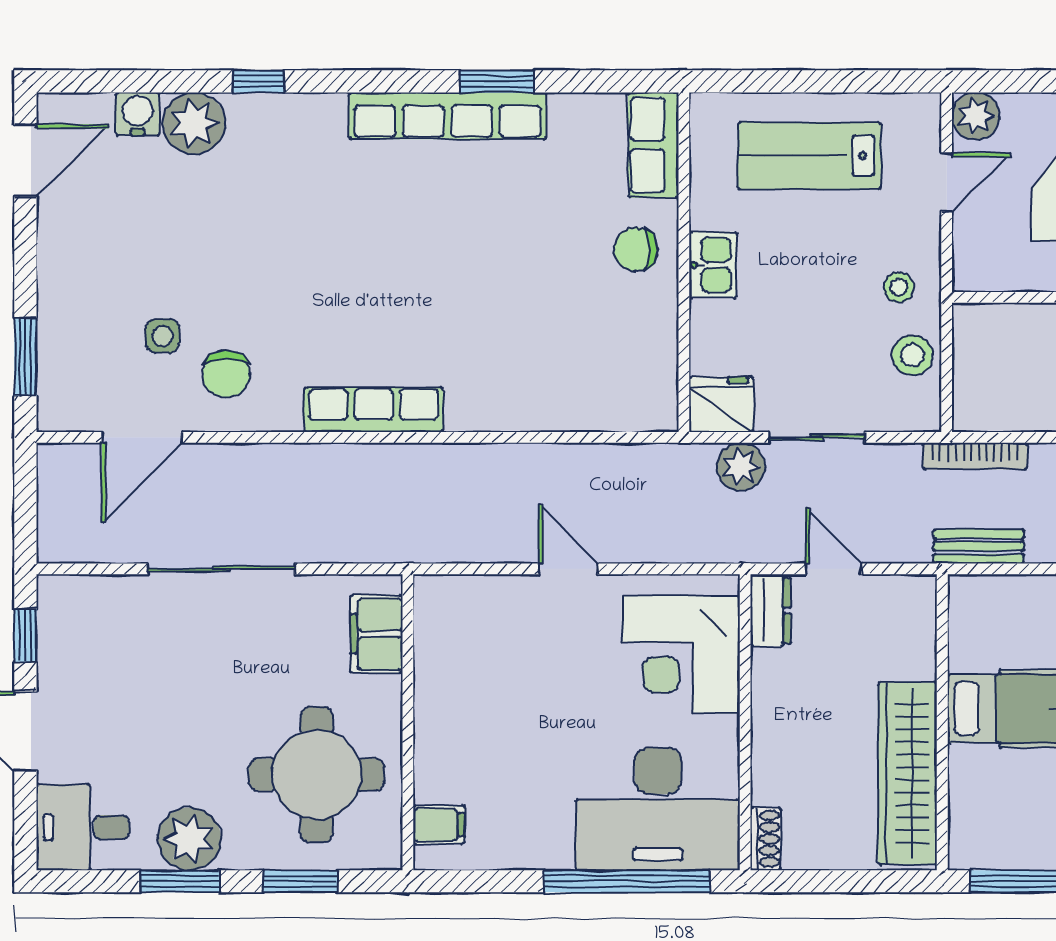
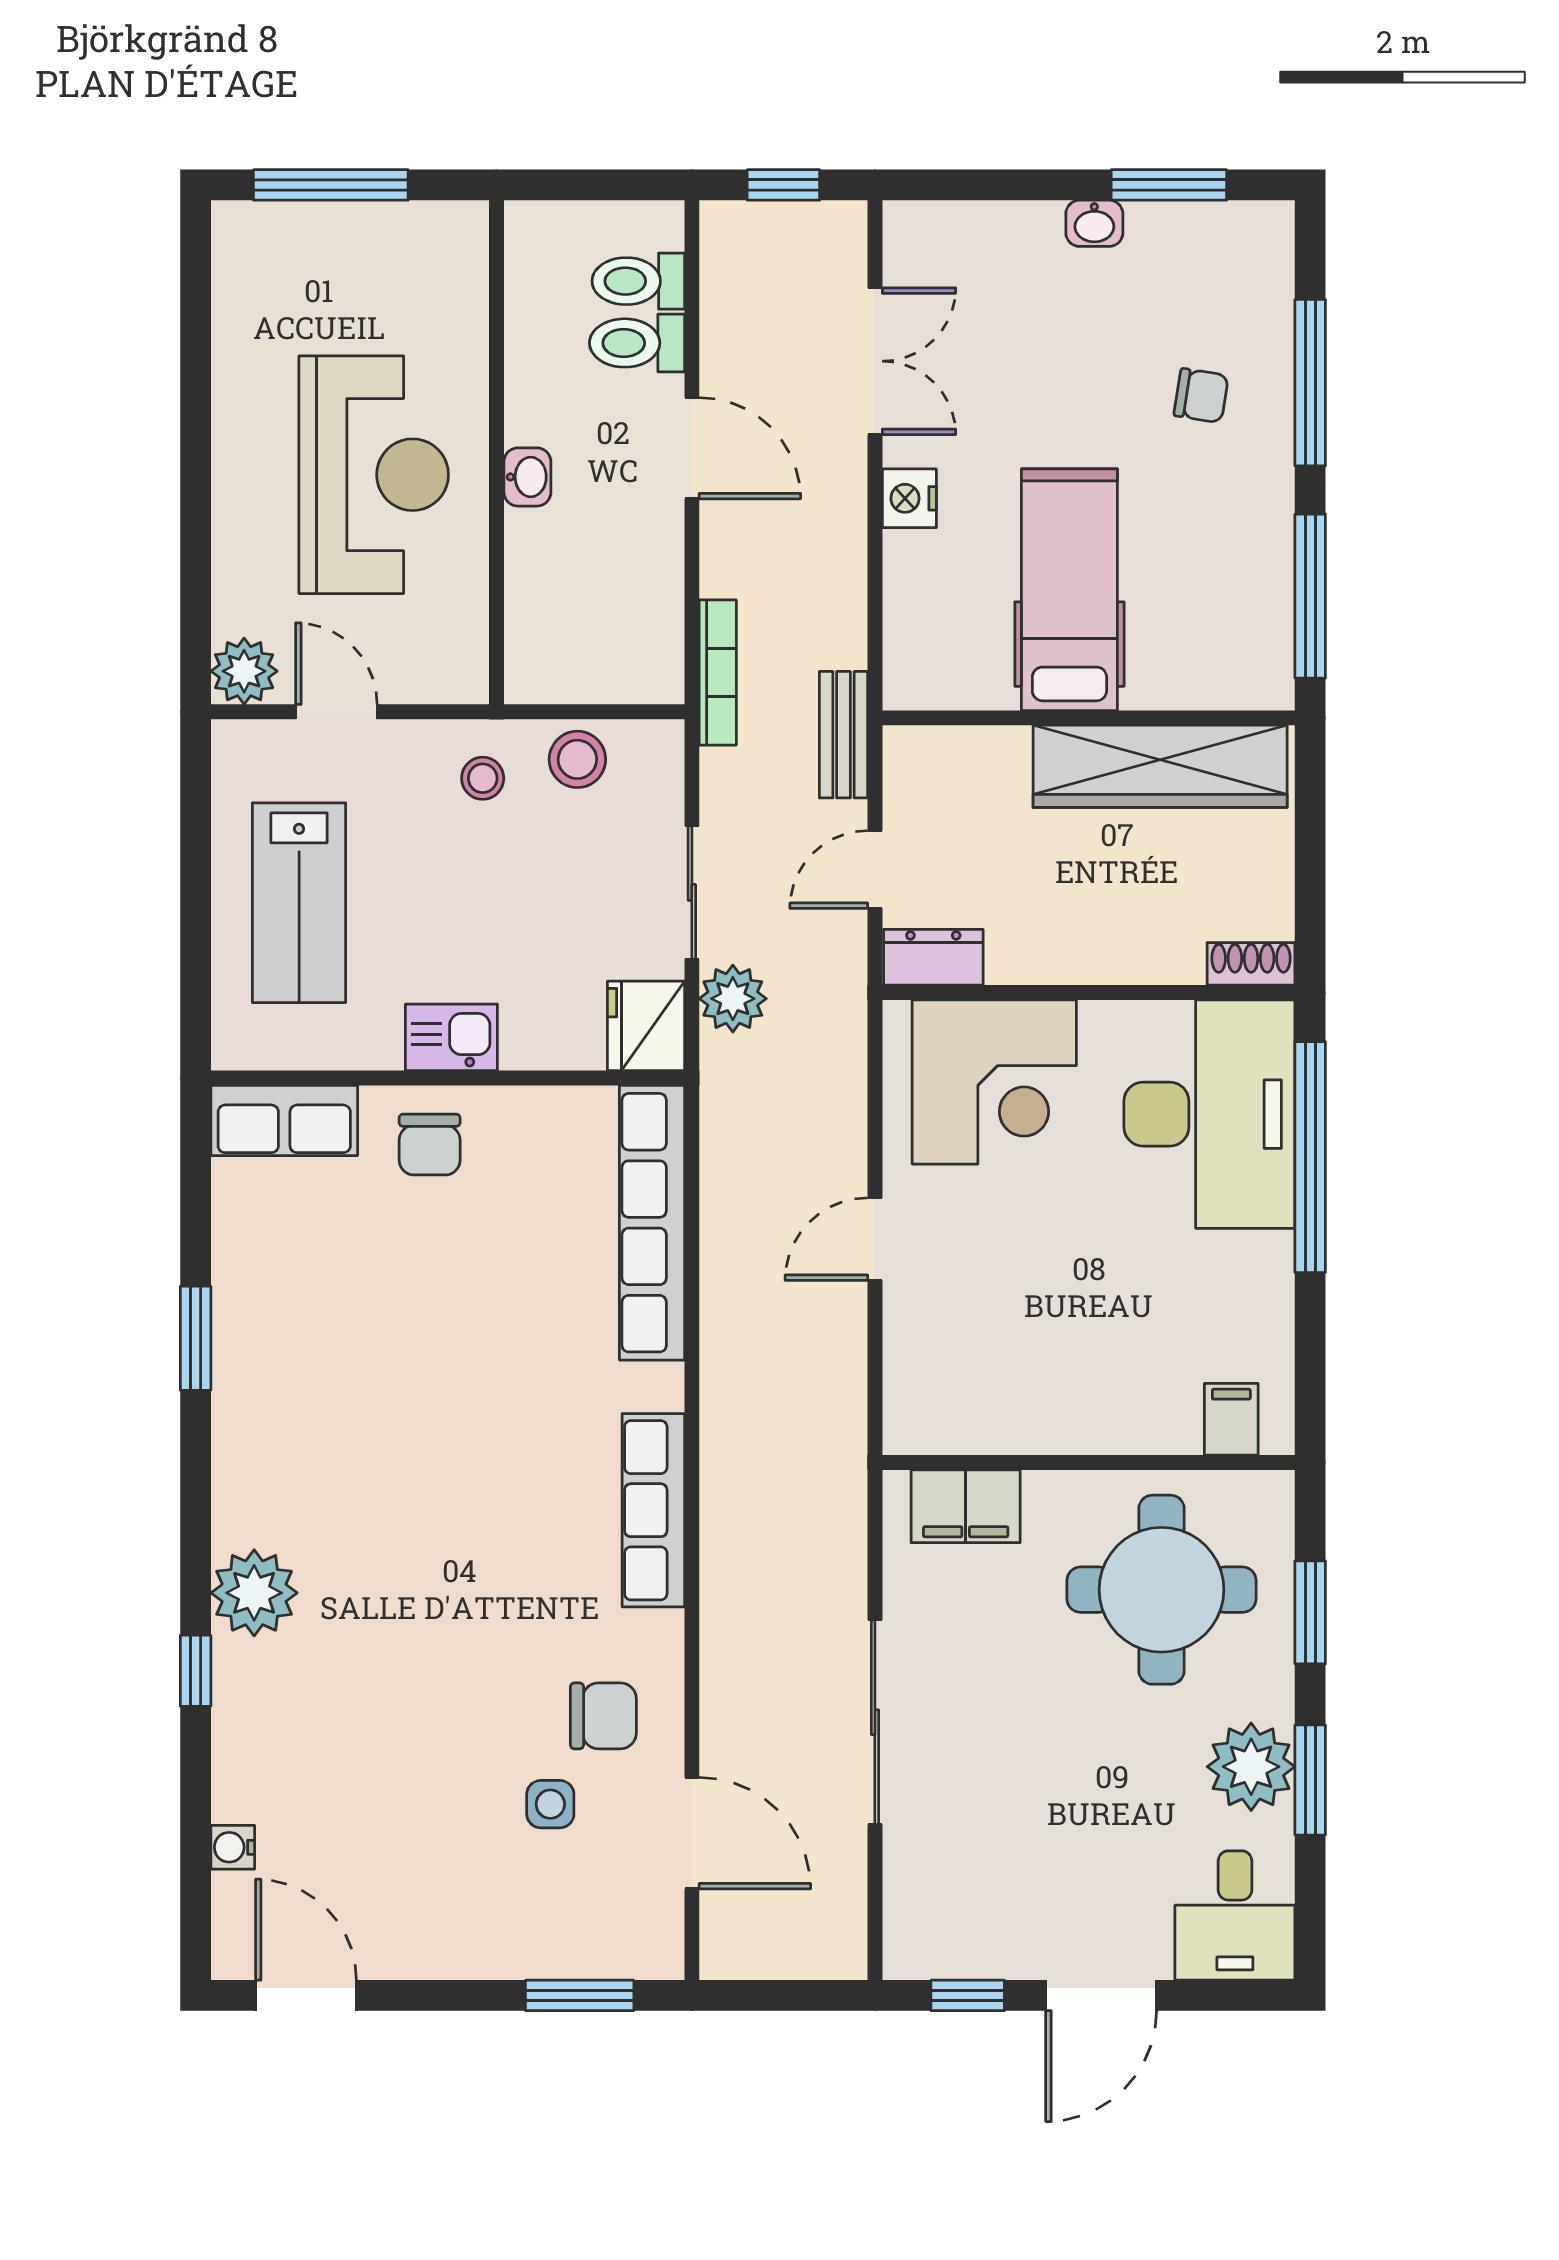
water cooler: (138, 114) -> (233, 1847), width x0.72, depth x0.72
row of seats: (447, 116) -> (652, 1223), moved, turned 180
plant: (194, 123) -> (254, 1593), moved
bench: (979, 546) -> (844, 735), moved

